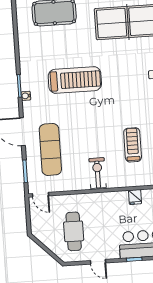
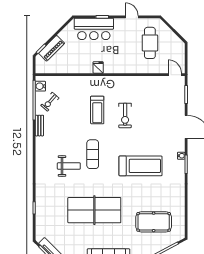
treadmill: (75, 80) -> (141, 166), turned 180
exercise mat: (50, 149) -> (93, 154), moved, width x0.73, depth x0.69
exercise bike: (98, 173) -> (125, 115), moved

